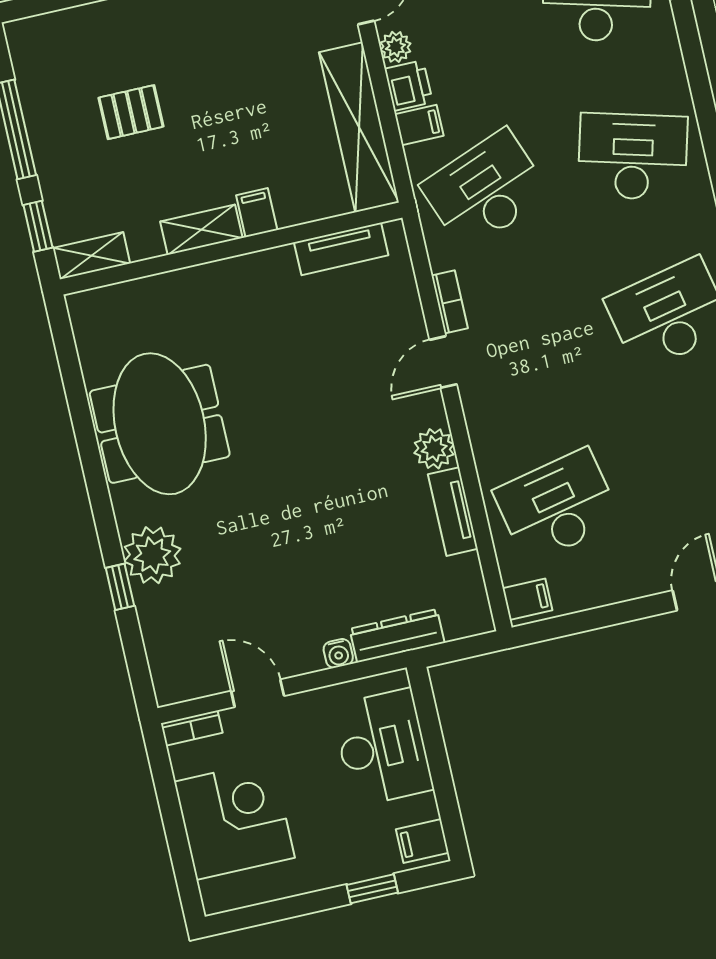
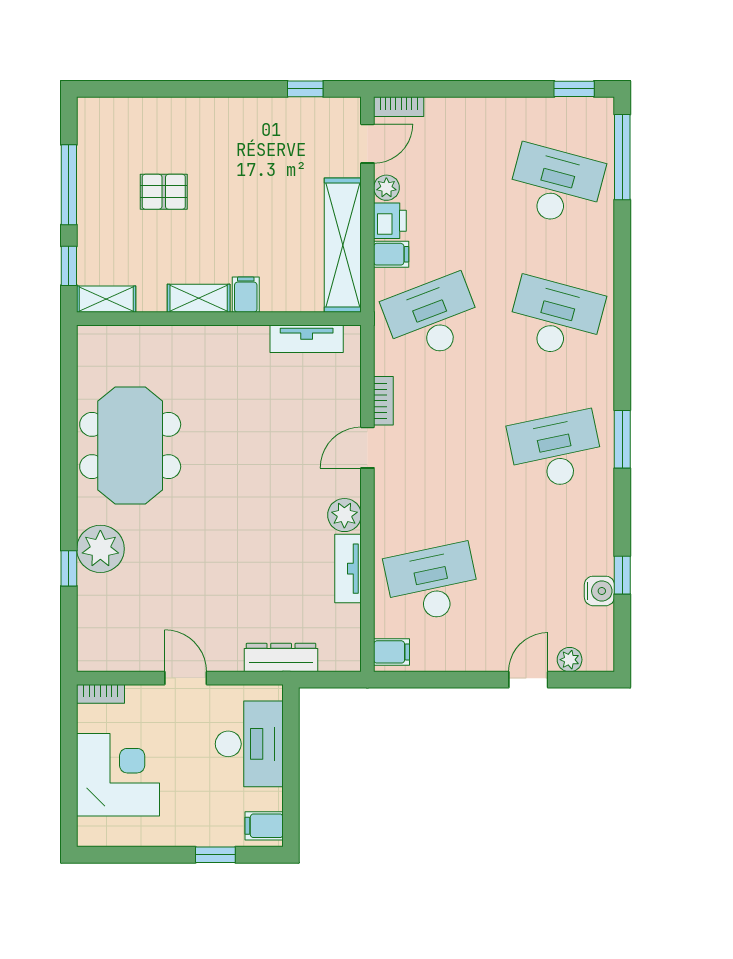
water cooler: (338, 653) -> (231, 661), removed
door: (258, 693) -> (186, 678), moved

